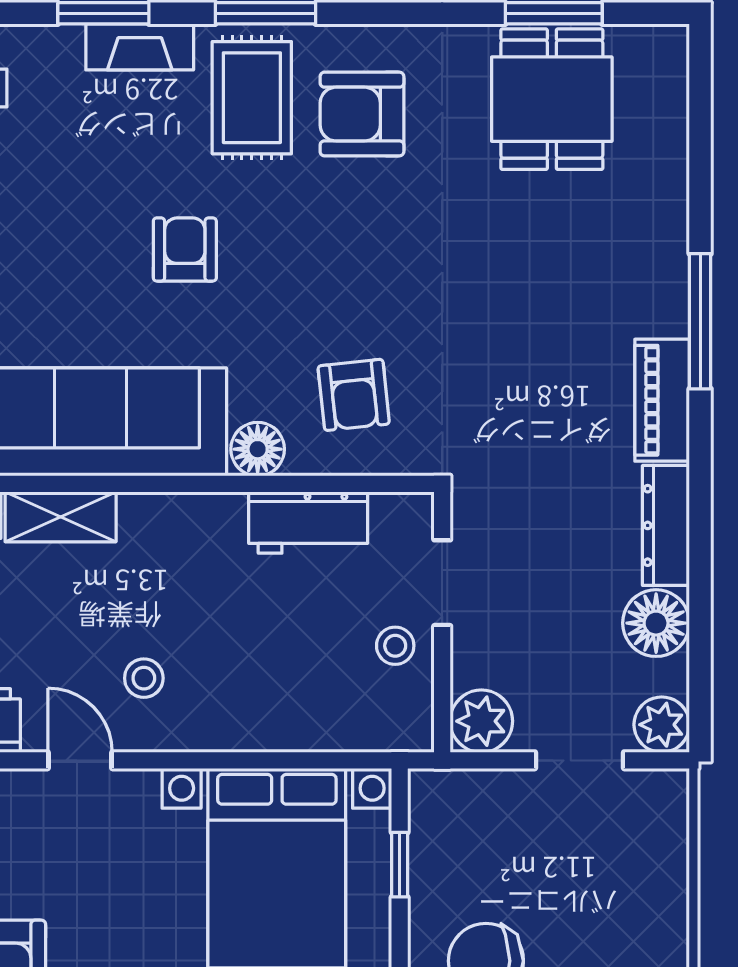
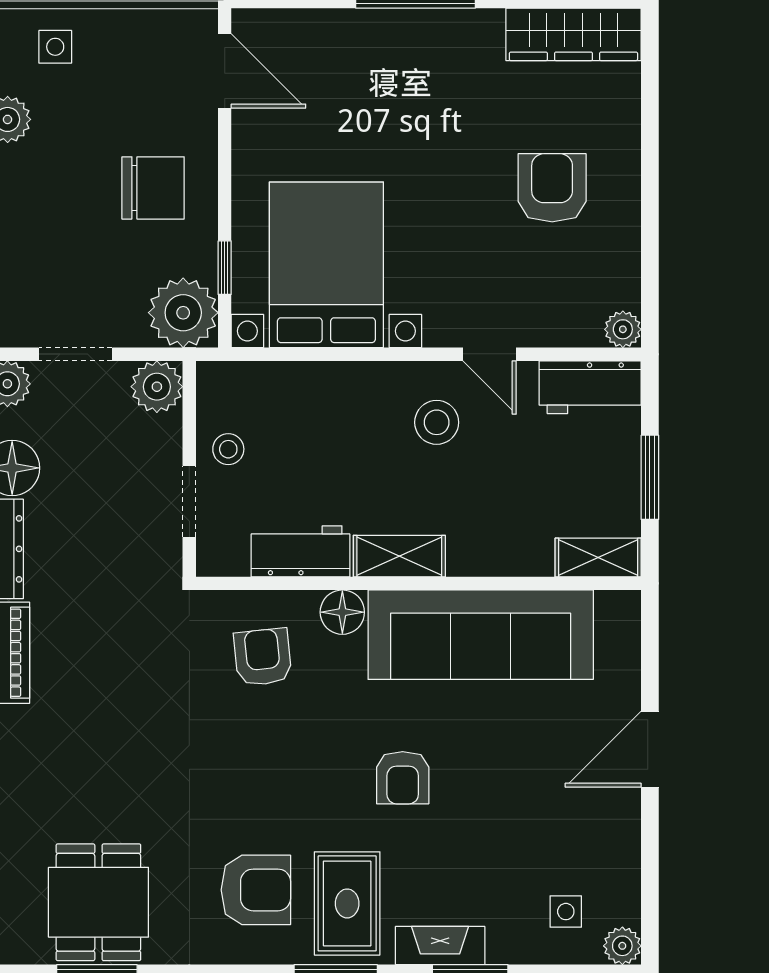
shelving: (61, 517) -> (399, 556), moved
stool: (144, 678) -> (437, 422), width x1.37, depth x1.37
plant: (450, 810) -> (183, 313), added

